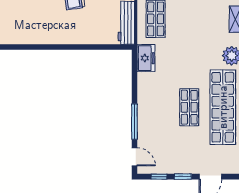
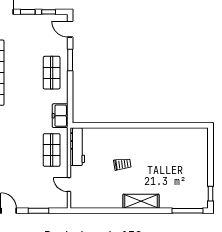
shop shelf: (189, 107) -> (52, 73), moved
window: (134, 122) -> (70, 60), width x0.69

